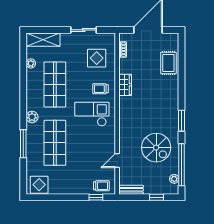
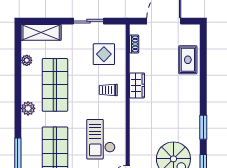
checkout: (92, 114) -> (101, 139), moved, turned -90
plant: (32, 117) -> (28, 108), moved

